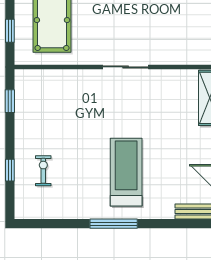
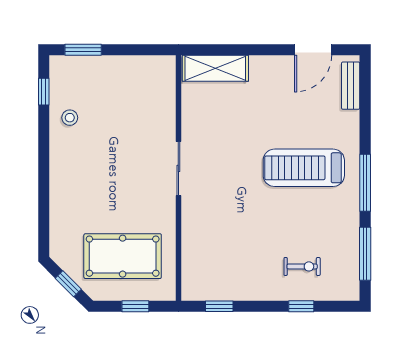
exercise bike: (43, 171) -> (302, 266), turned 180
window: (54, 224) -> (365, 254), added

